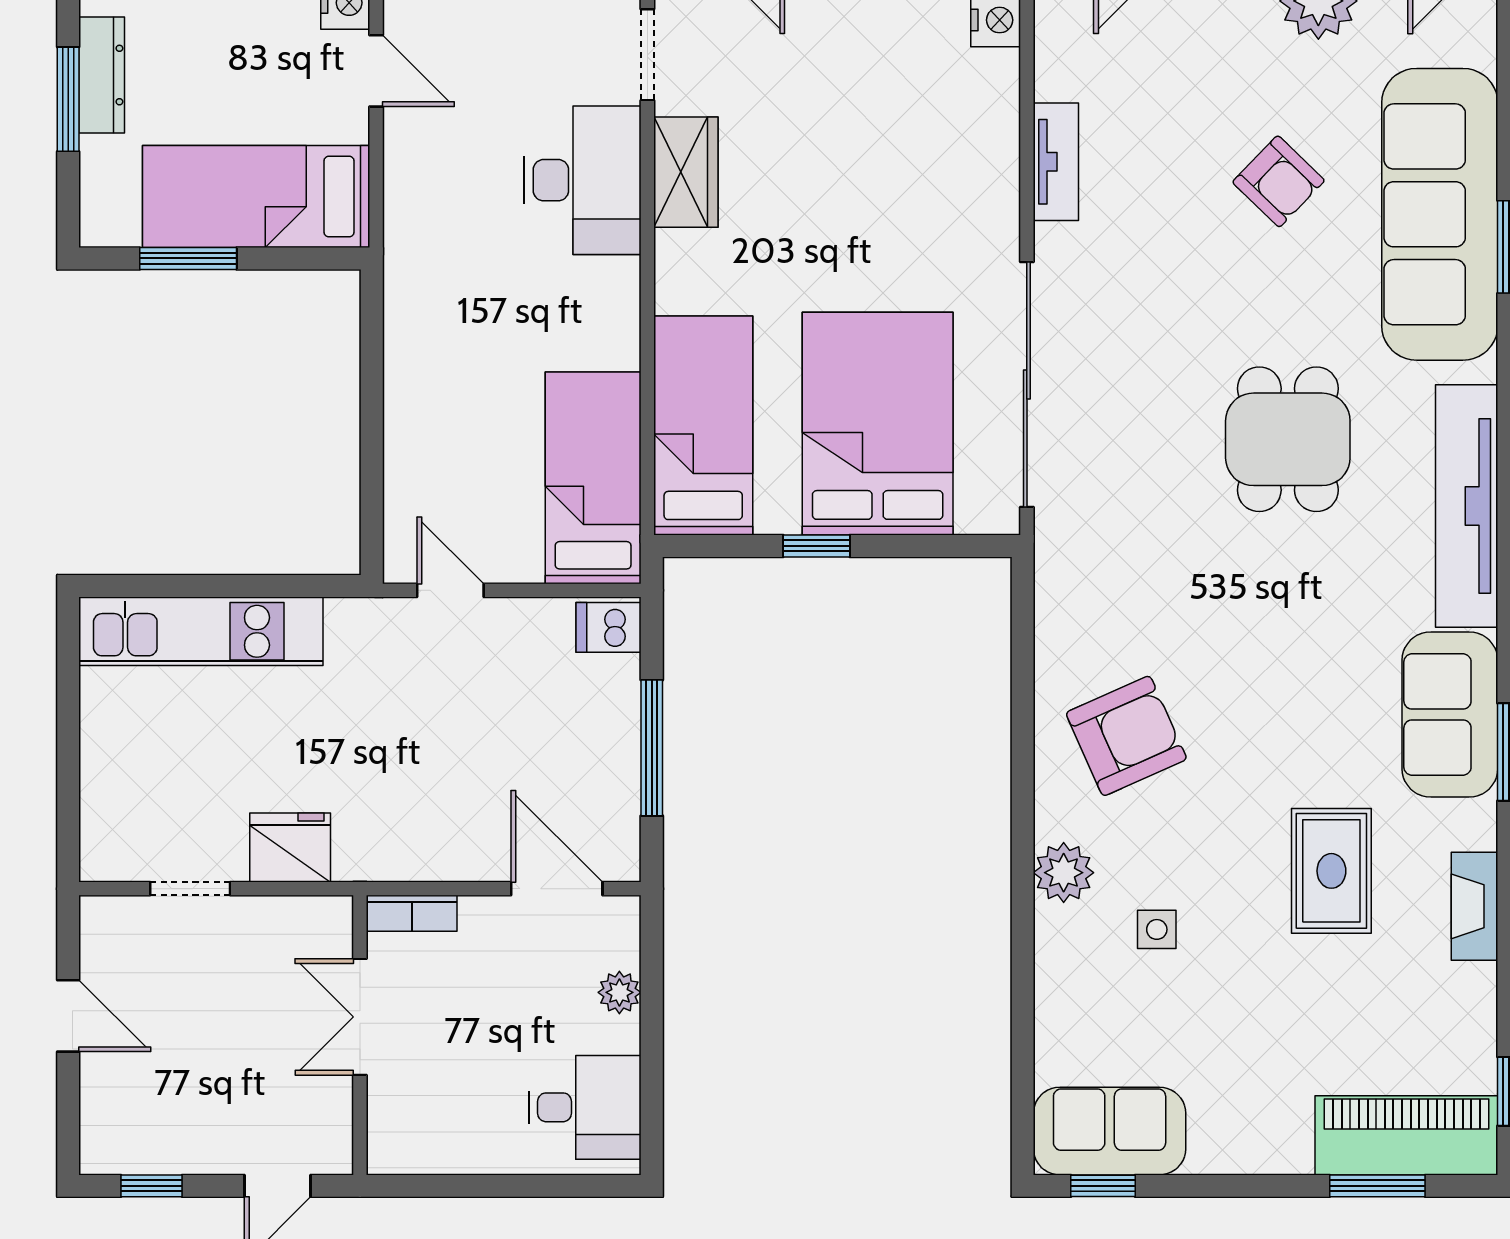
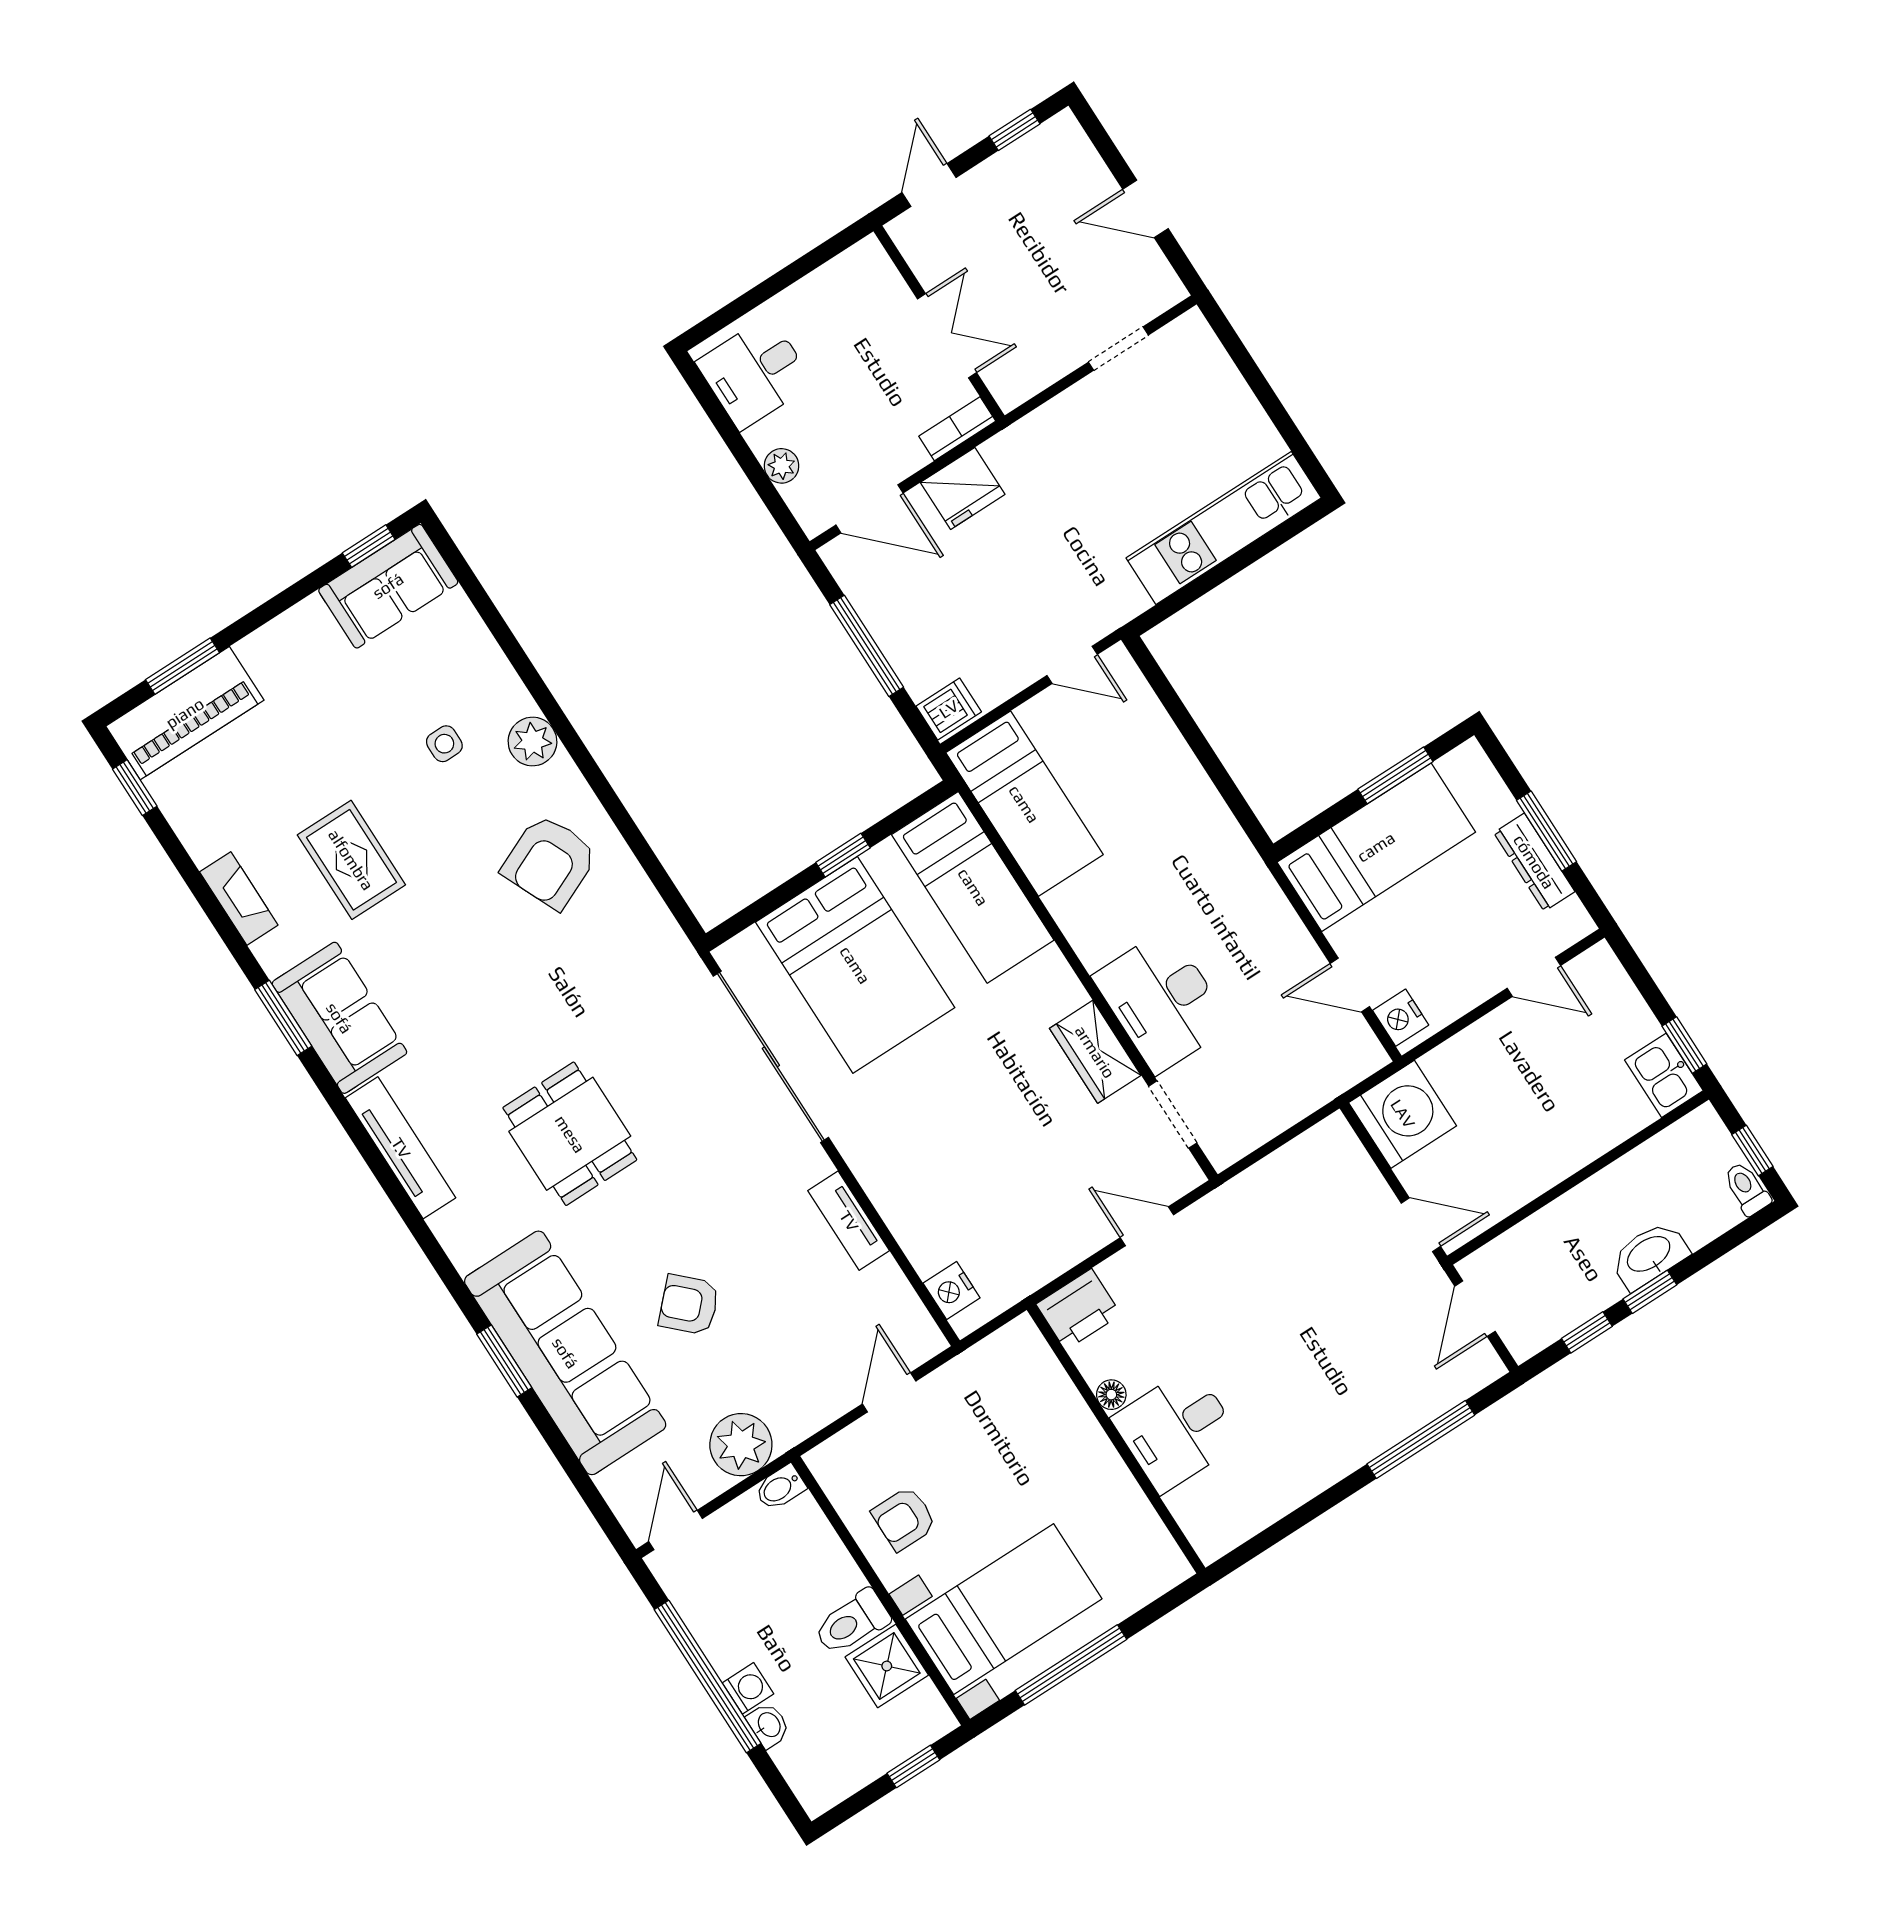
tv unit: (1467, 506) -> (401, 1148), width x0.73, depth x0.78
fridge: (290, 848) -> (963, 488), moved

